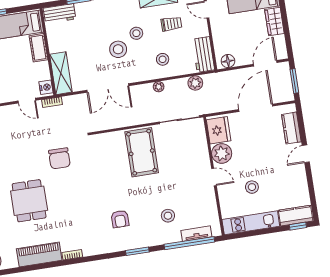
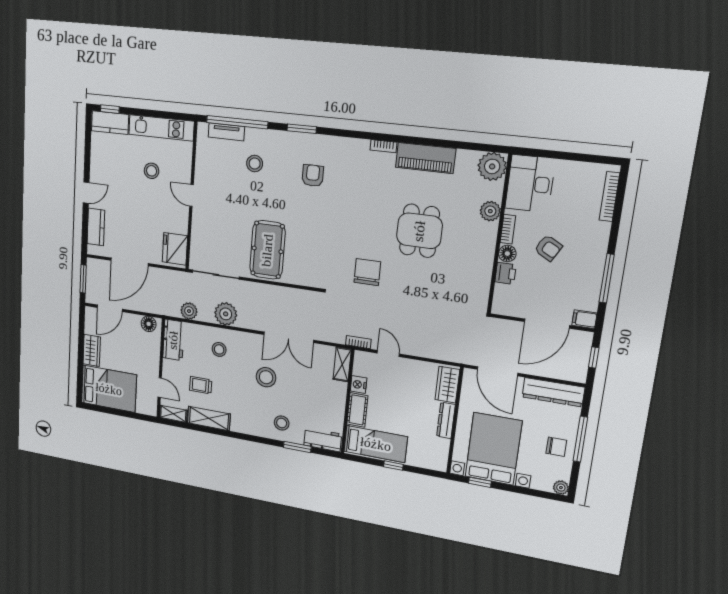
stool: (136, 33) -> (282, 423), moved
shelving: (61, 73) -> (342, 364), width x0.67, depth x0.75
nightstand: (46, 87) -> (358, 385), moved
plant: (159, 87) -> (226, 314), width x1.88, depth x1.88
double door: (108, 88) -> (289, 337), swing flipped
plant: (222, 153) -> (177, 221), removed

